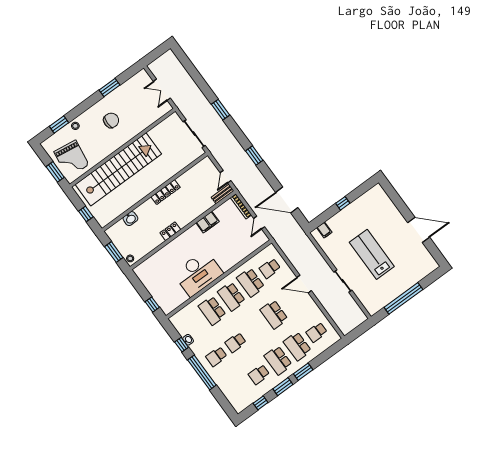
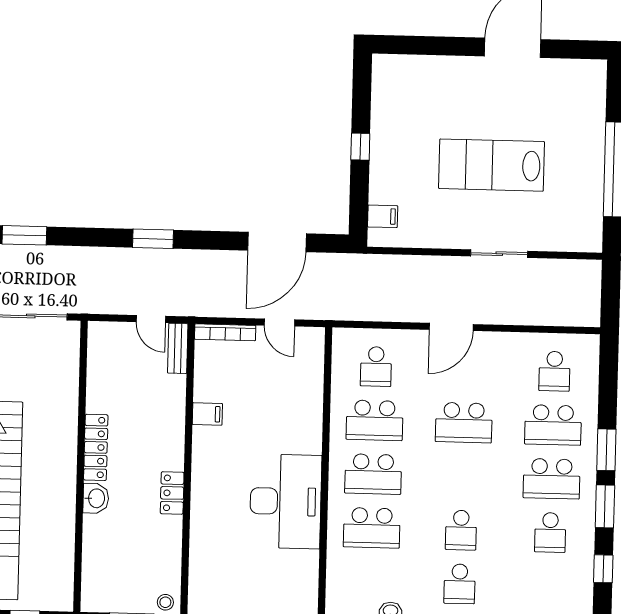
washbasin: (130, 219) -> (96, 498), moved
filing cabinet: (208, 222) -> (207, 414), width x0.50

